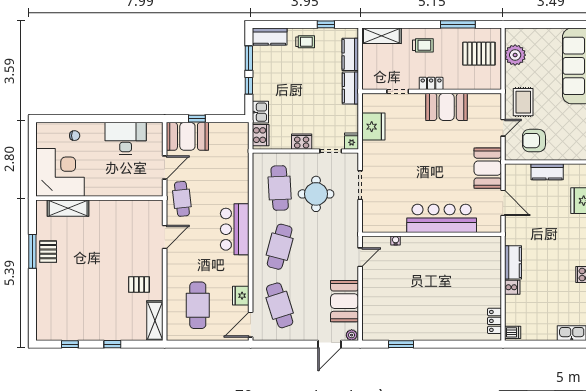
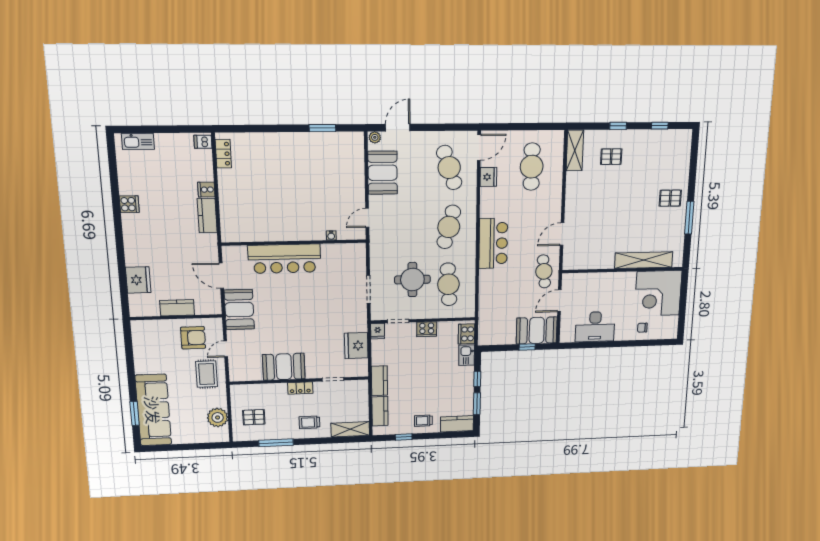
pallet: (479, 54) -> (254, 417), width x0.67, depth x0.71
shelving: (68, 208) -> (644, 260), width x1.47
pallet: (48, 252) -> (670, 198), moved, turned 90
pallet: (139, 284) -> (611, 157), moved

